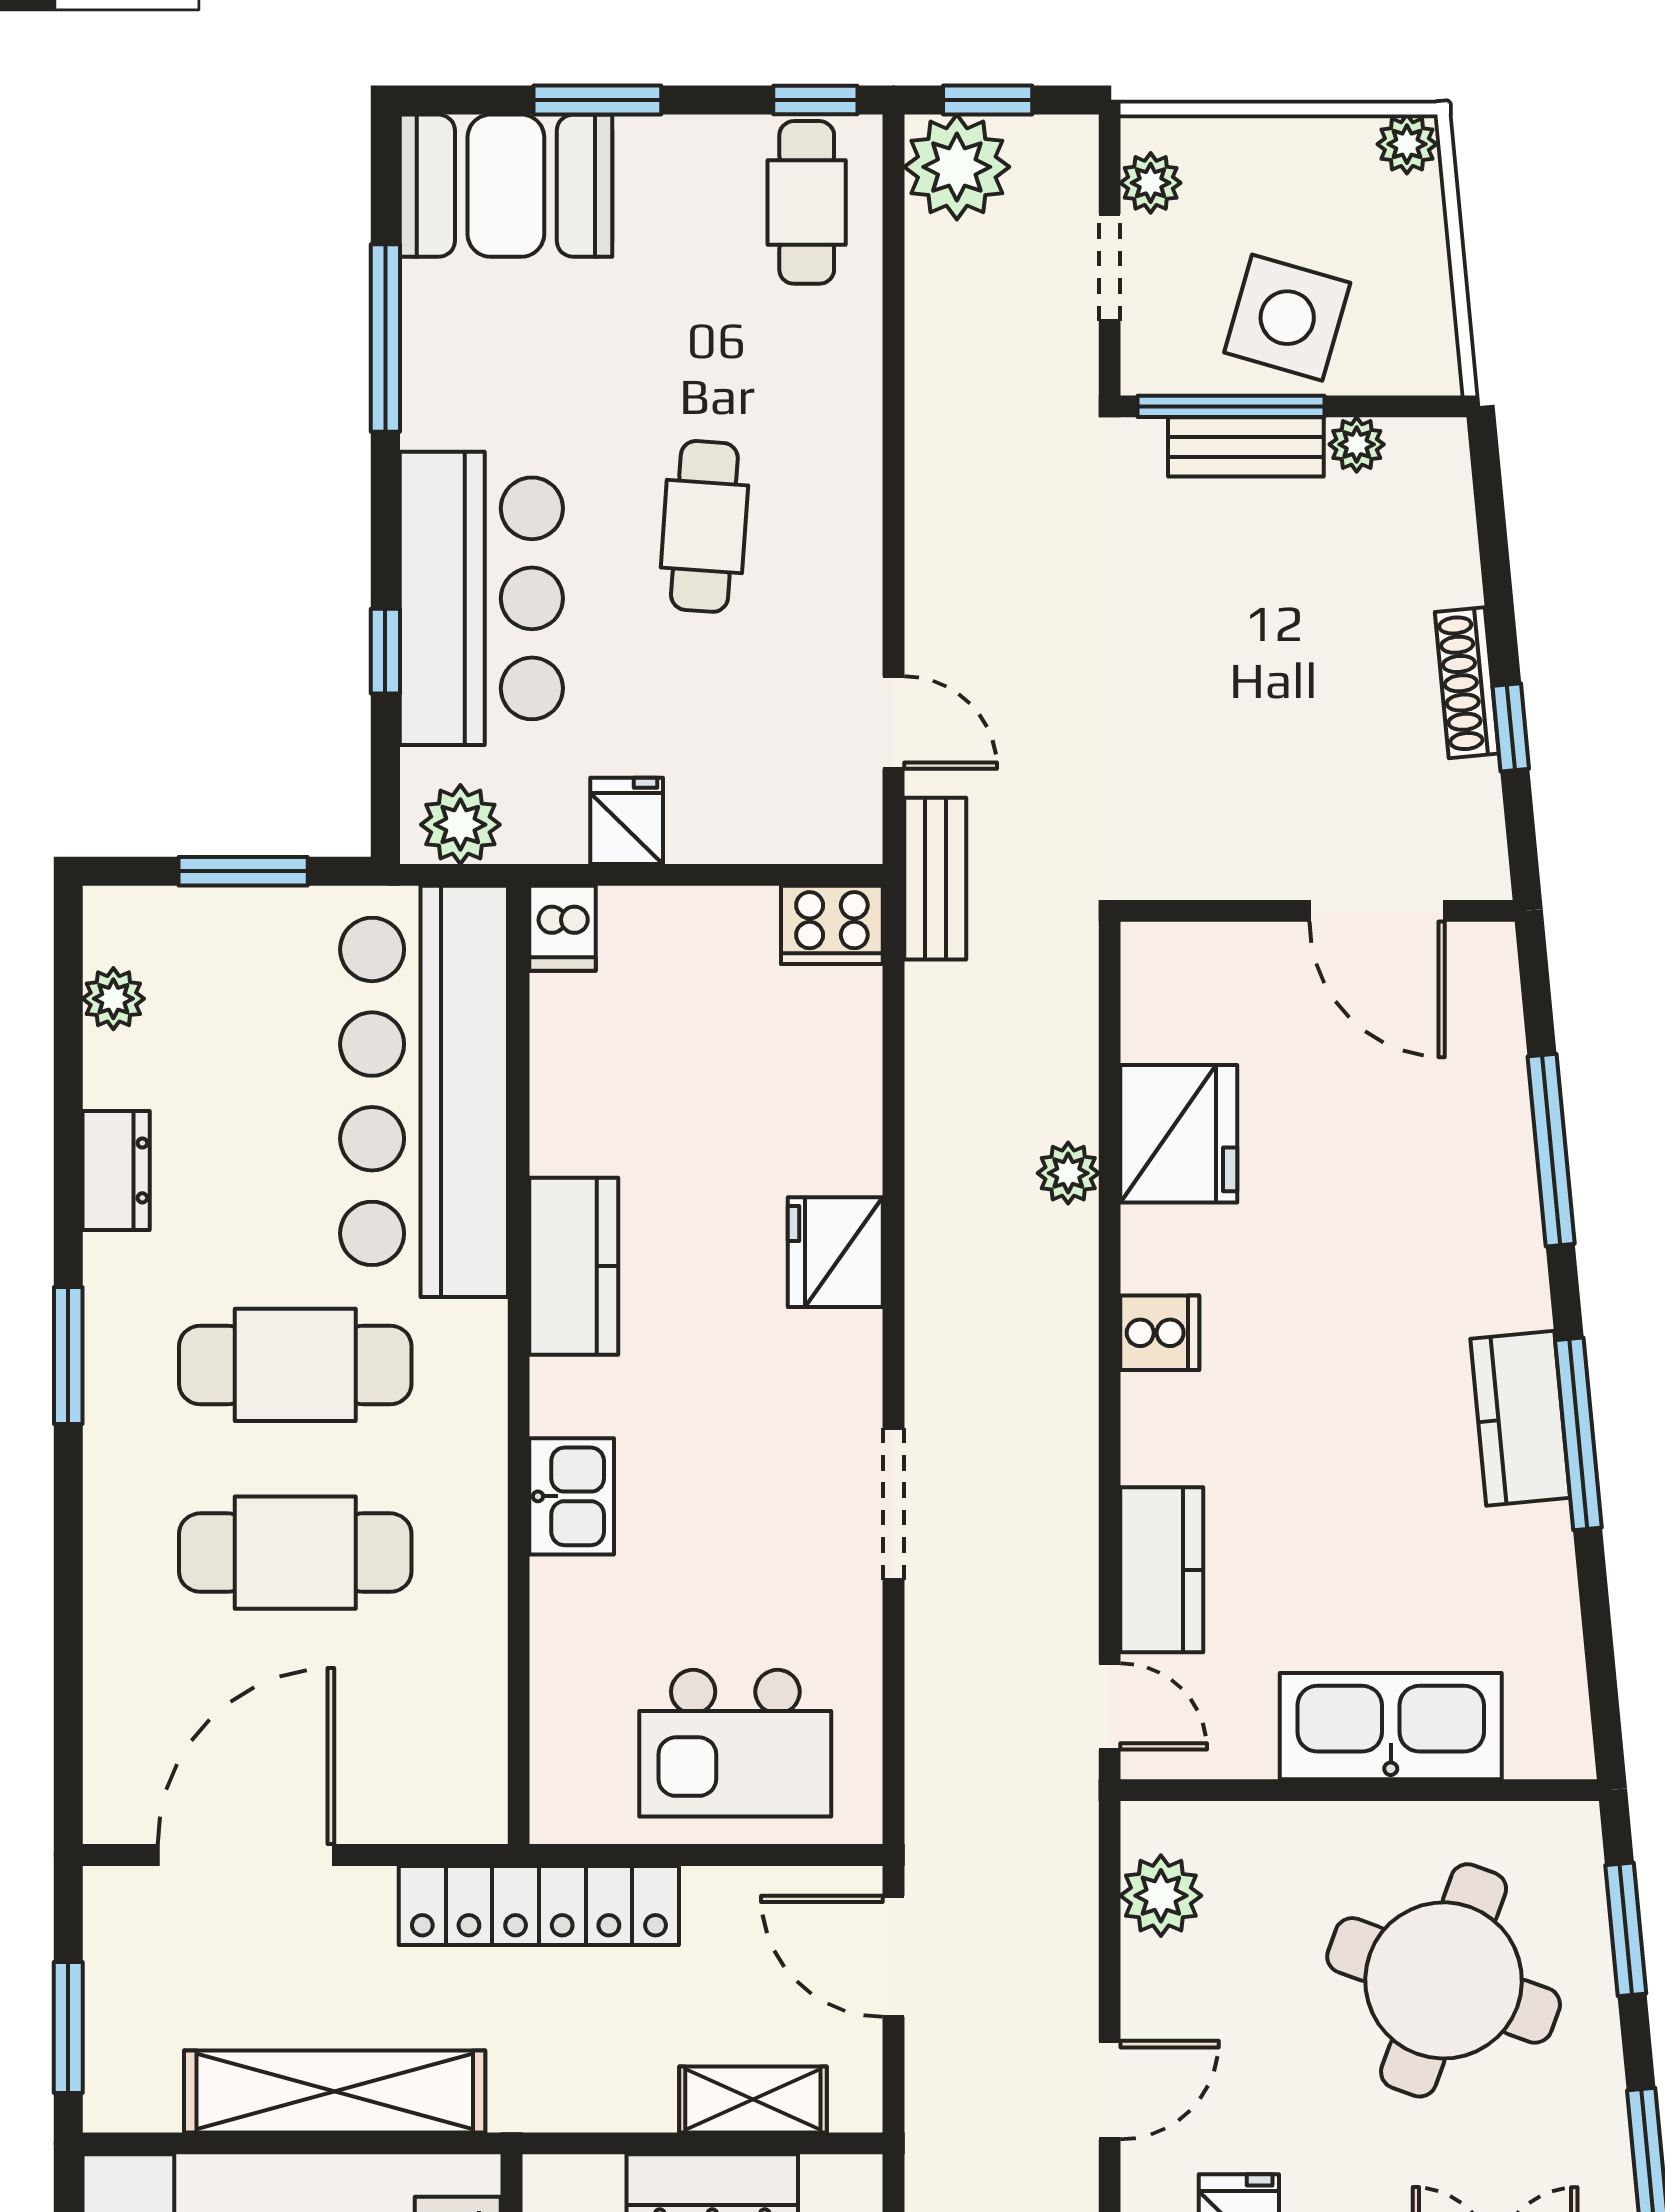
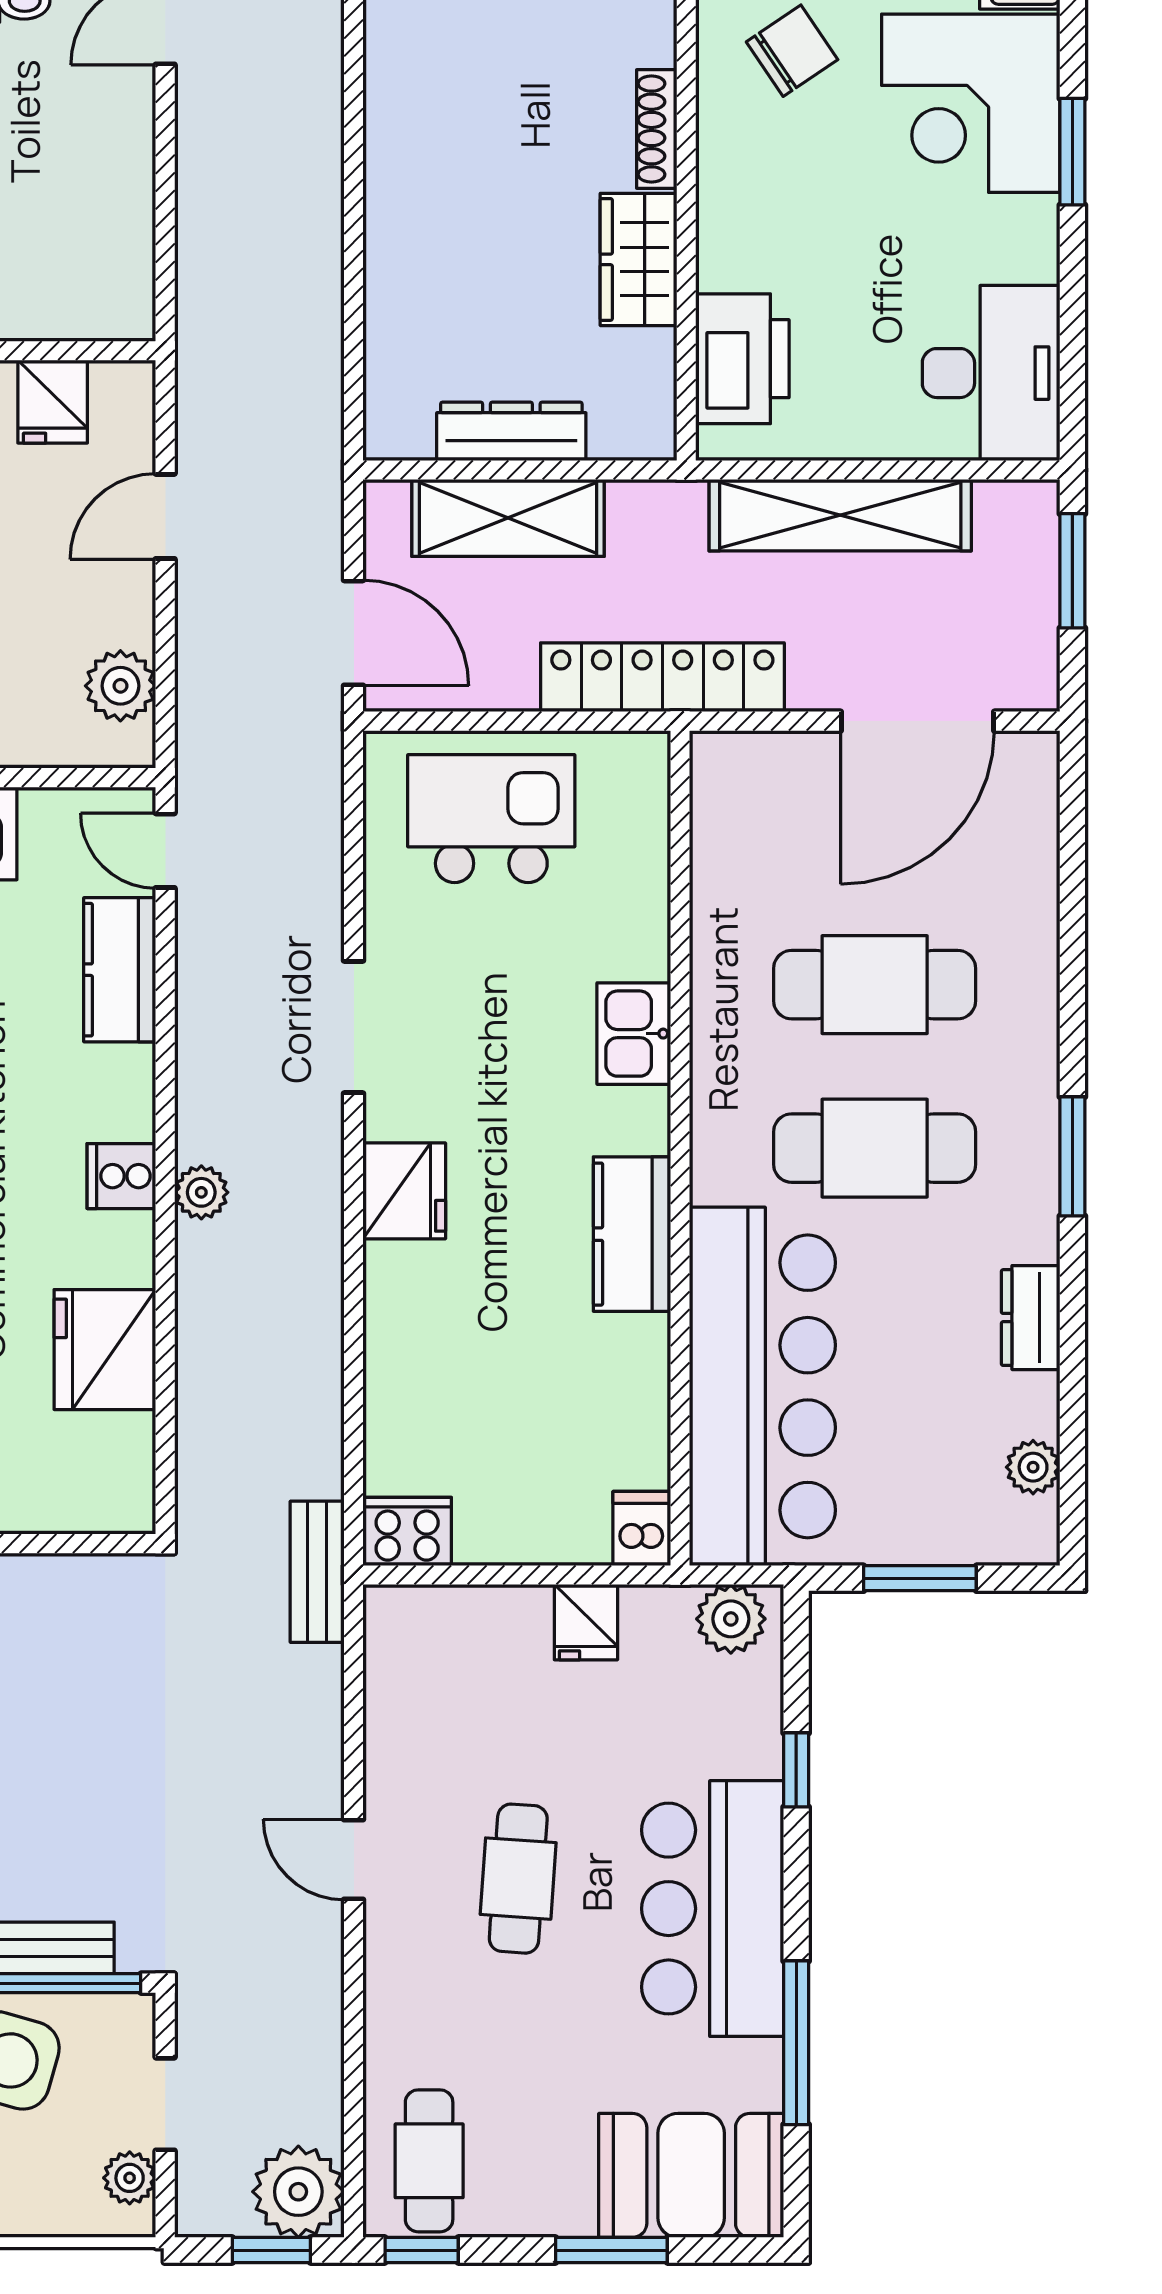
bar counter: (481, 598) -> (713, 1909), moved
door: (893, 723) -> (354, 1859), moved
plant: (1068, 1173) -> (201, 1192), moved
fridge: (835, 1252) -> (404, 1191), moved
shelving: (753, 2099) -> (508, 518), width x1.50, depth x1.33

